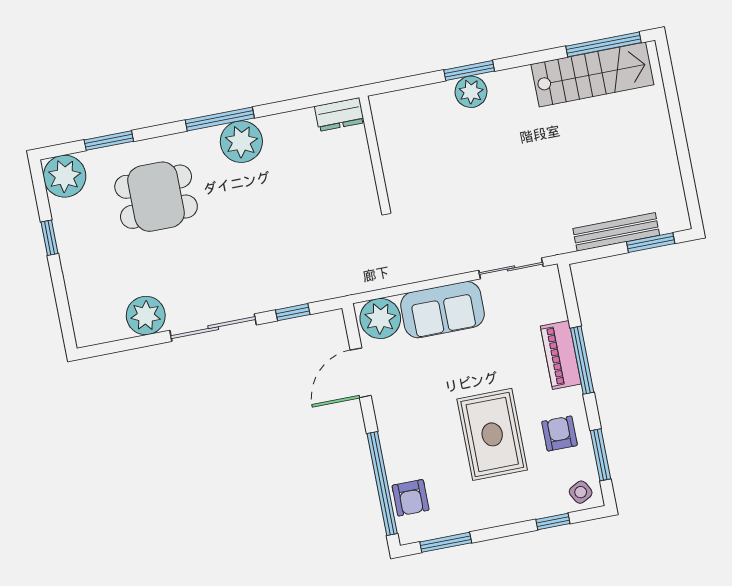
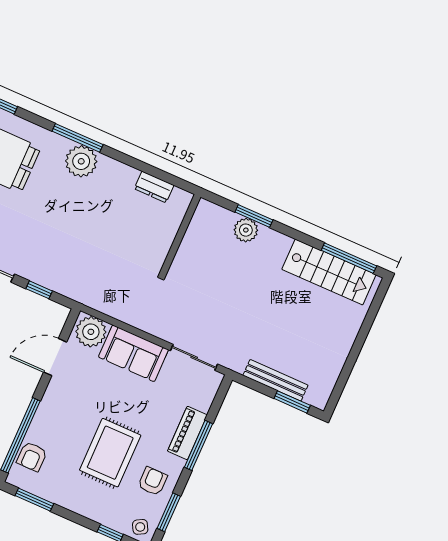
wall: (374, 151) -> (180, 234), moved

